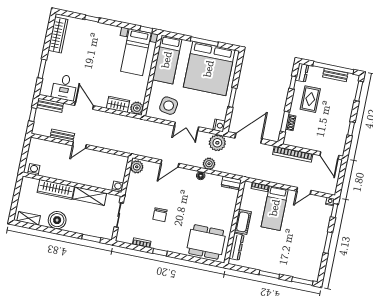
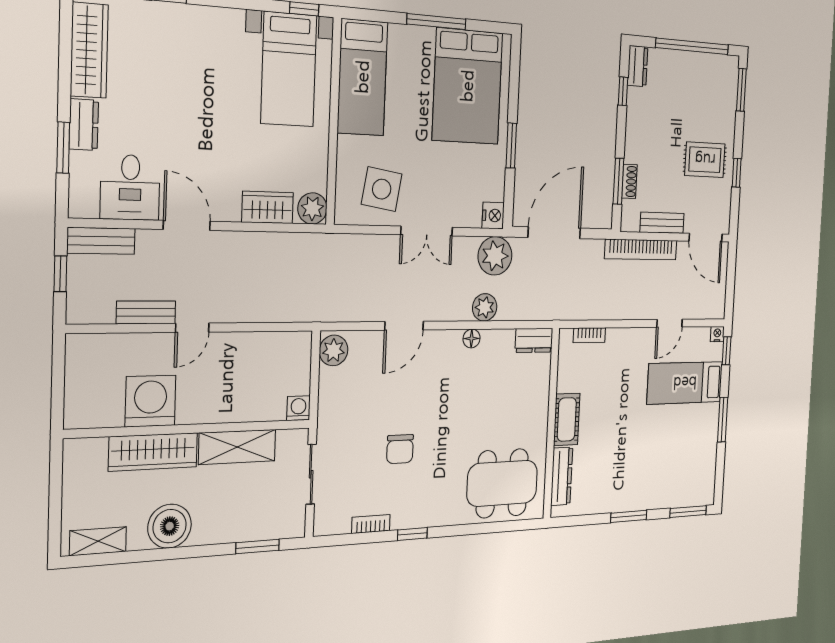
dresser: (51, 62) -> (84, 125), added
bed: (209, 69) -> (467, 86), width x0.73
bench: (335, 75) -> (662, 223), moved
rug: (310, 99) -> (705, 160), moved, turned 90
washing machine: (34, 169) -> (151, 401), moved, width x1.89, depth x1.89
bed: (275, 208) -> (685, 383), moved, turned 90

